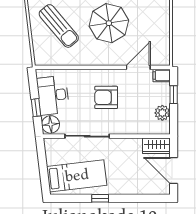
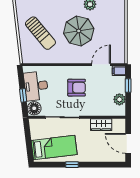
armchair: (106, 97) -> (77, 88), turned 180
wardrobe: (156, 146) -> (101, 125), moved

